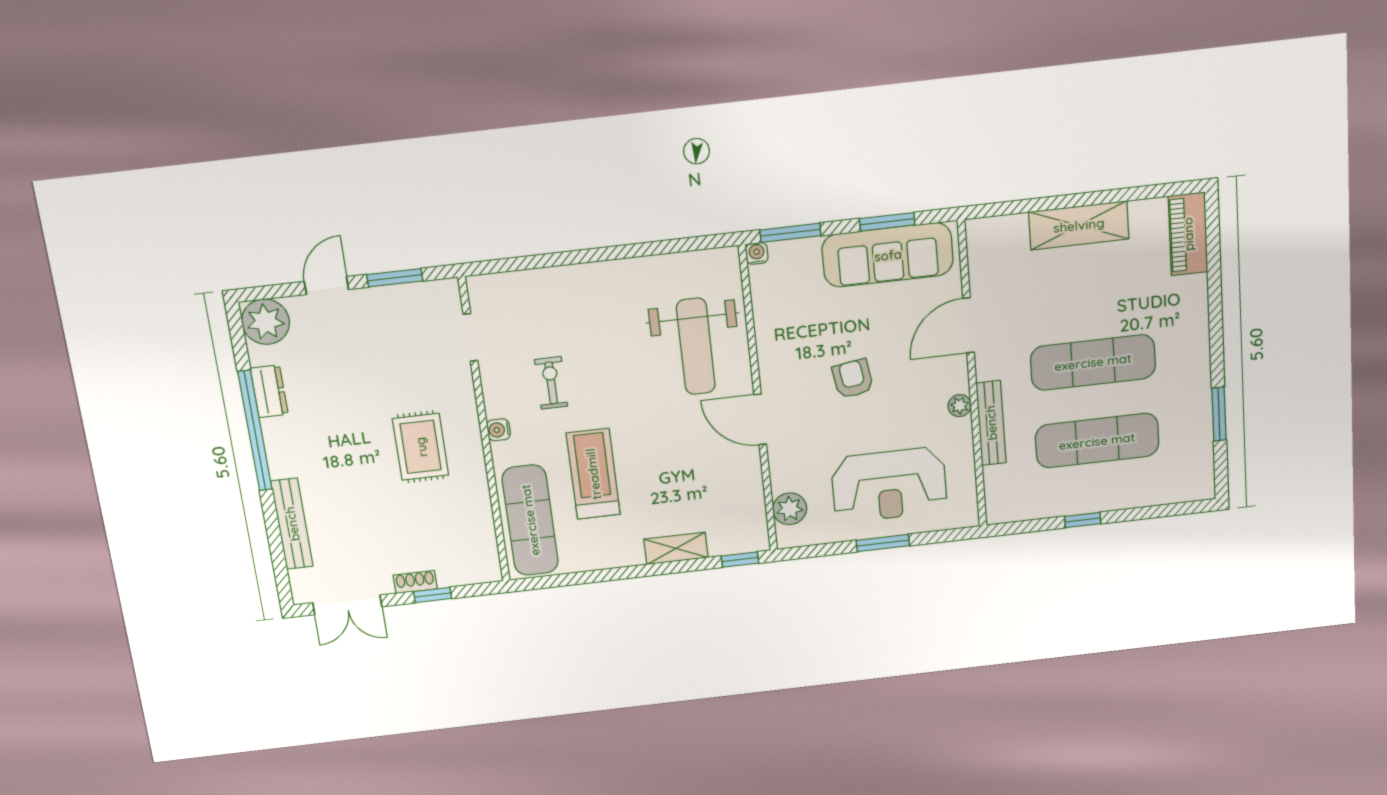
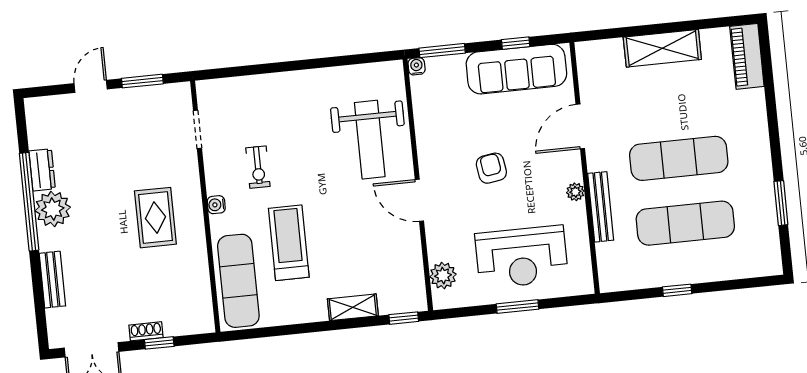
window: (887, 222) -> (516, 43), width x0.67
plant: (266, 322) -> (53, 209), moved
exercise bike: (551, 383) -> (258, 167), turned 180
bench: (292, 524) -> (52, 280), width x0.73

